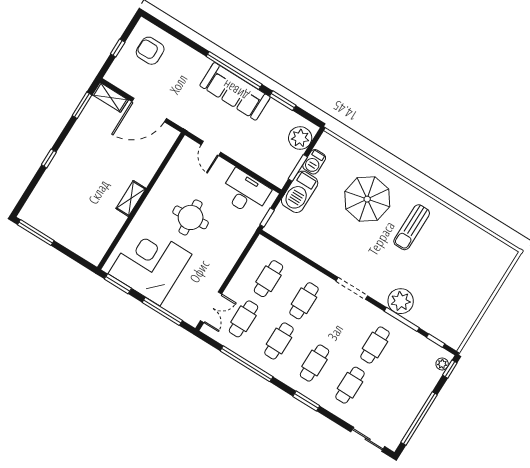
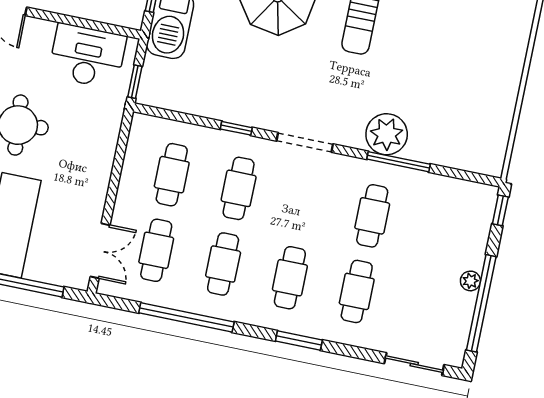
window: (436, 341) -> (236, 128), moved
plant: (442, 364) -> (470, 281), moved

